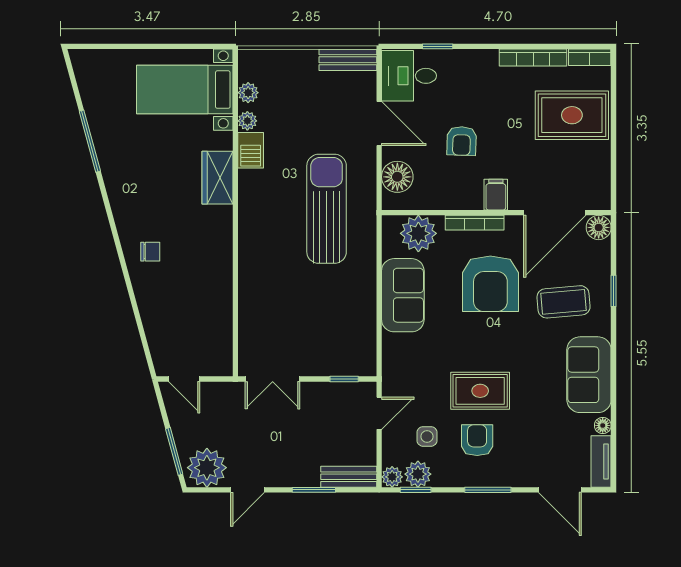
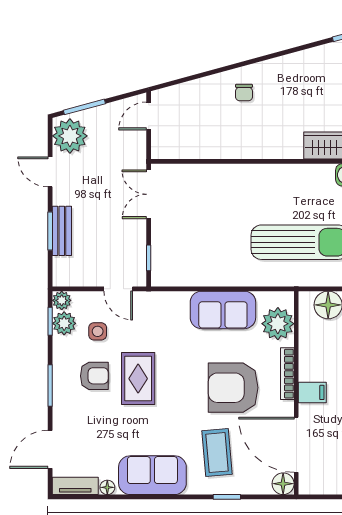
chair: (150, 252) -> (244, 93), moved
bench: (349, 477) -> (62, 231), moved

